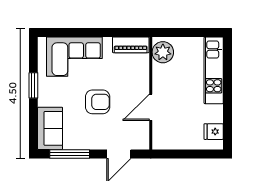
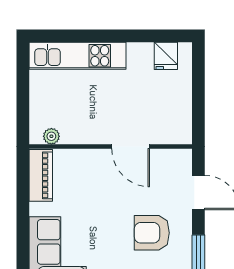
plant: (163, 52) -> (51, 136), width x0.53, depth x0.53
armchair: (98, 102) -> (152, 233), moved, turned -90

